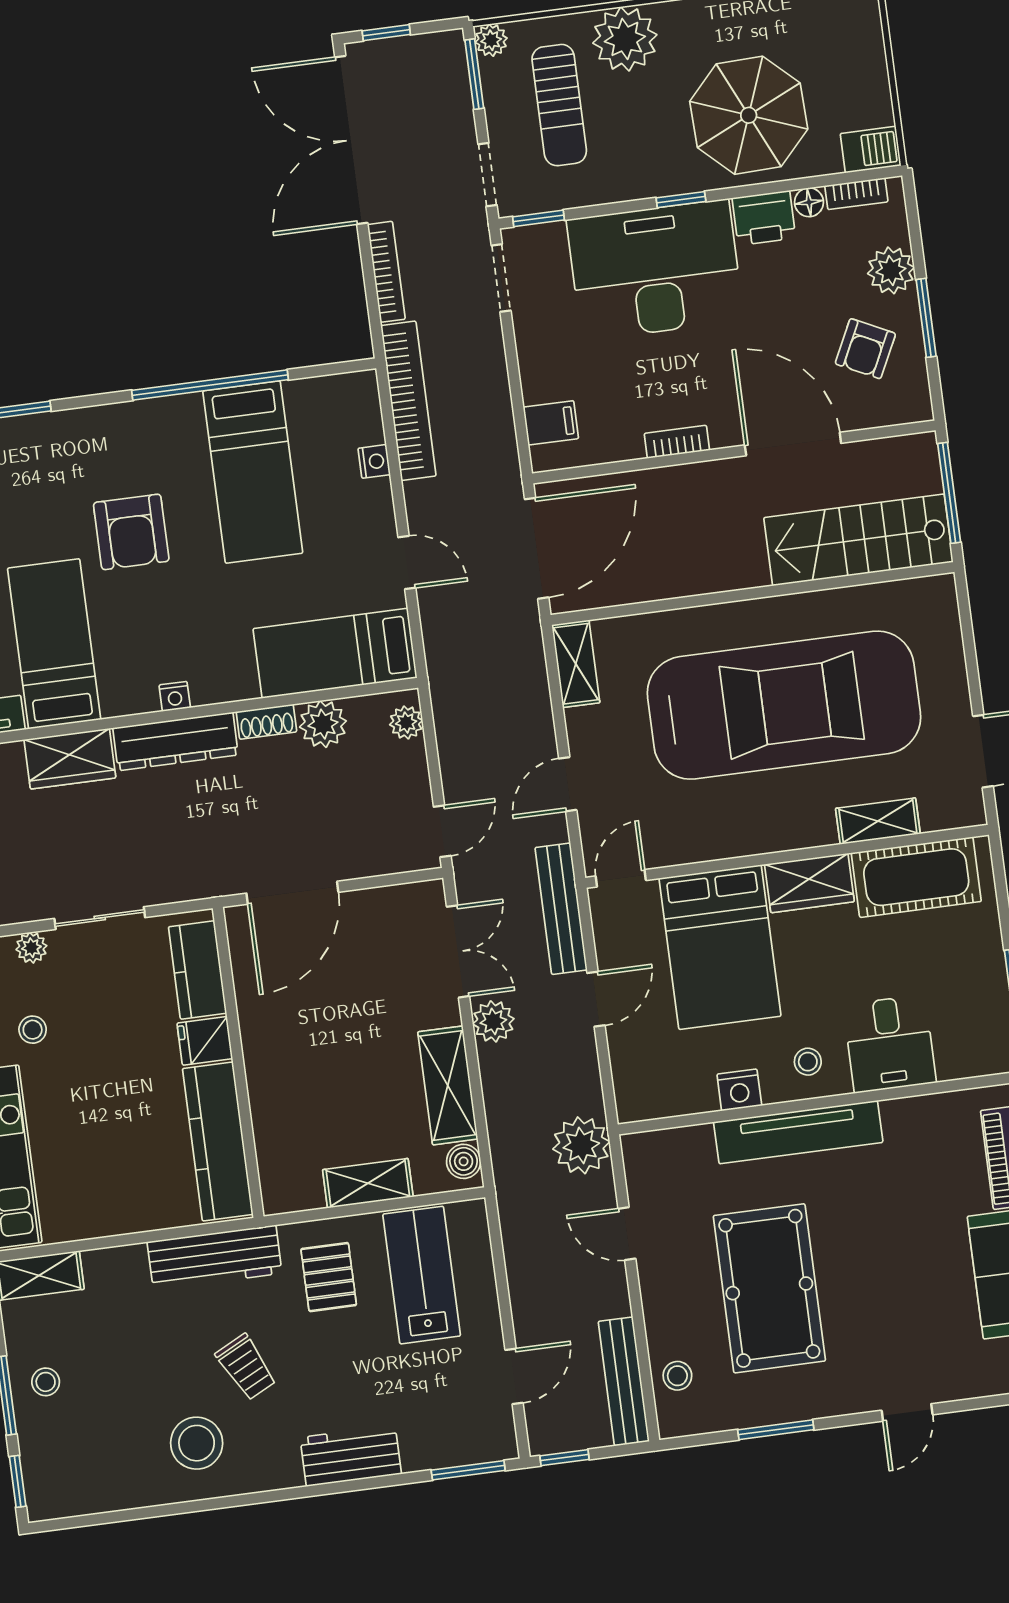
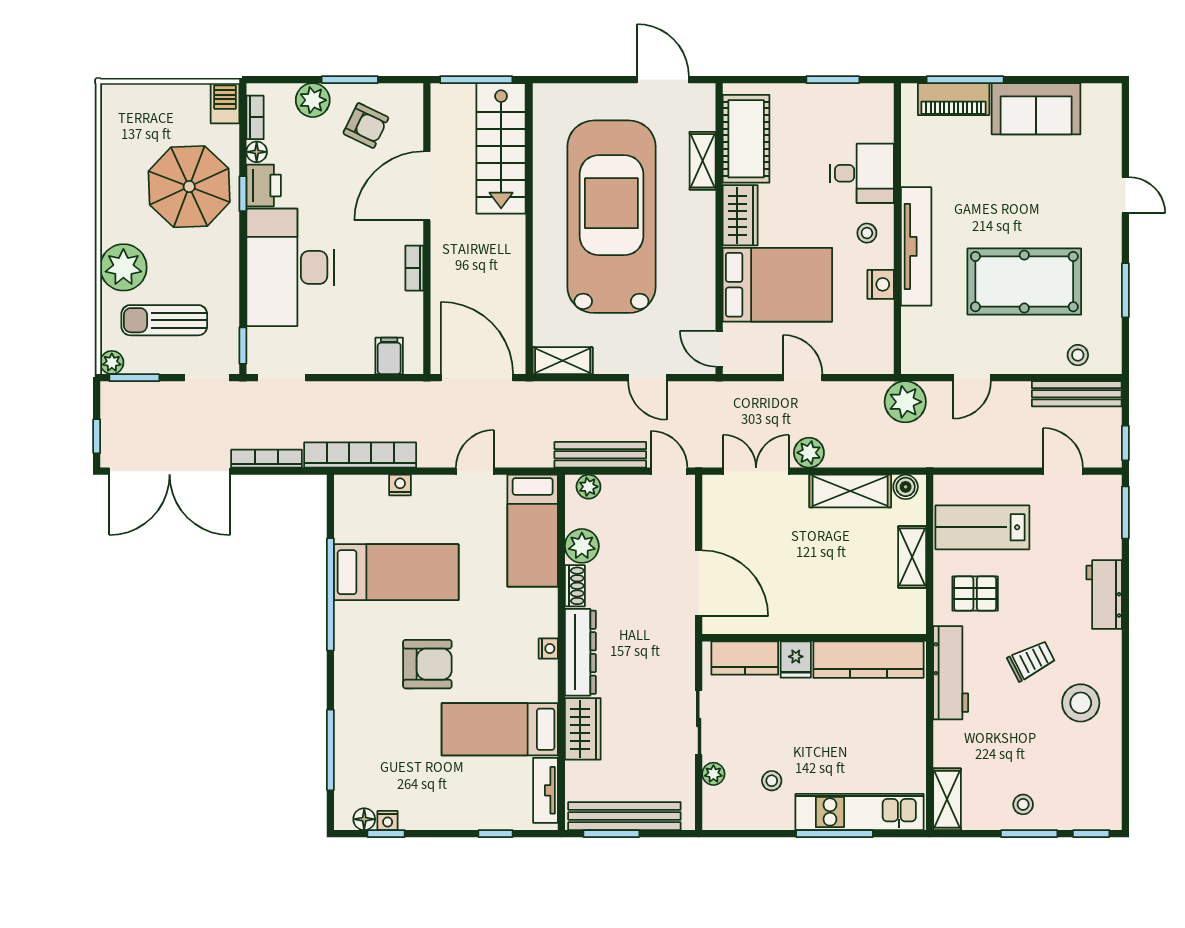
sun lounger: (559, 105) -> (164, 320), turned 180
window: (681, 200) -> (243, 194), moved
bench: (561, 909) -> (600, 455), moved

